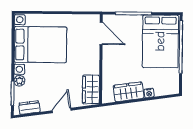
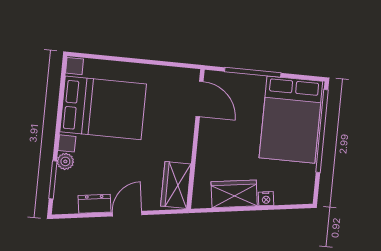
dresser: (29, 107) -> (94, 204), moved

